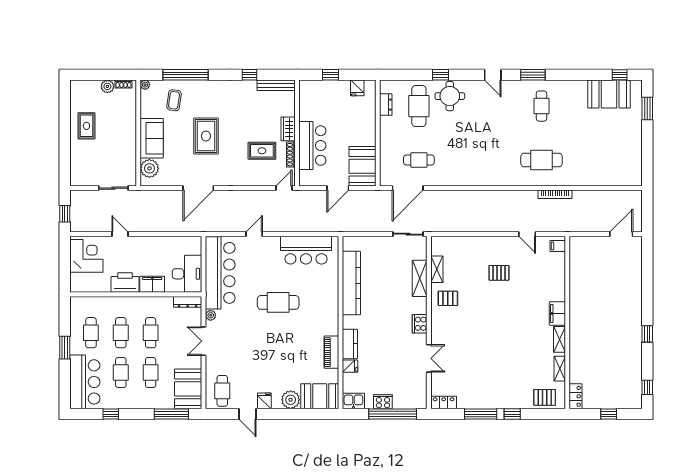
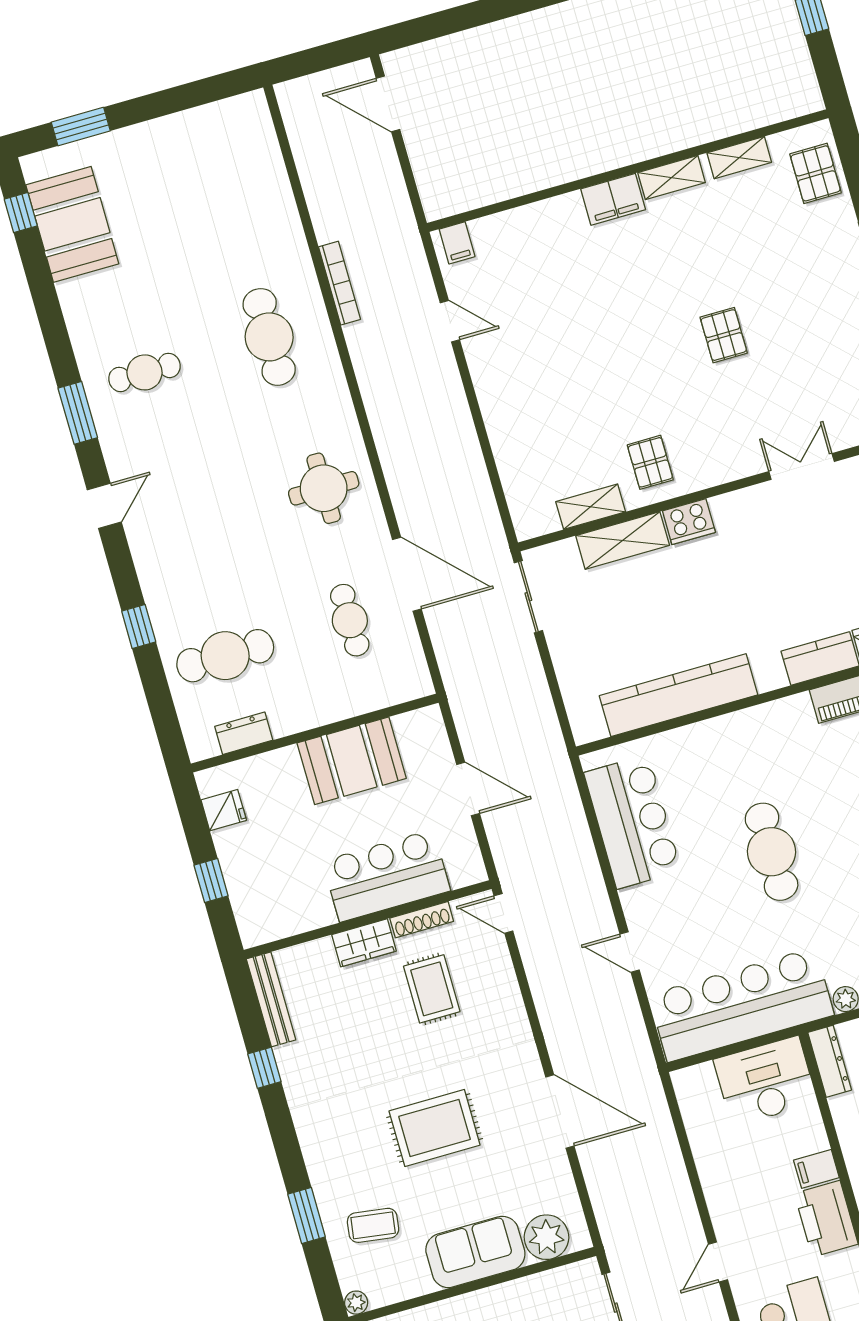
window: (186, 75) -> (307, 1216), width x0.47
round table: (450, 96) -> (324, 488), moved
booth: (362, 166) -> (352, 761), moved
door: (408, 188) -> (407, 574), moved
door: (527, 234) -> (450, 321), hinge flipped
pallet: (499, 273) -> (724, 335), moved
filing cabinet: (152, 284) -> (816, 1169), width x0.50
cooker: (420, 324) -> (689, 522), moved
locker: (576, 396) -> (793, 103), removed

